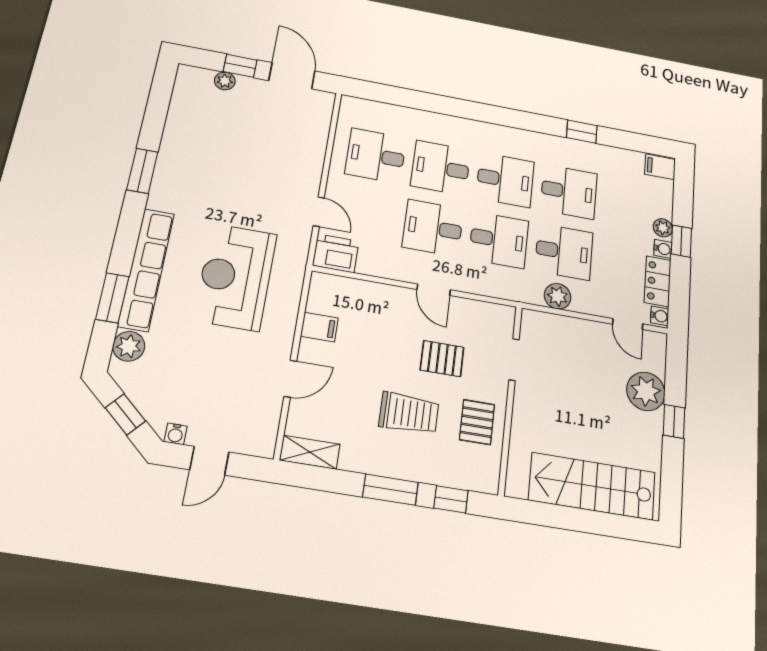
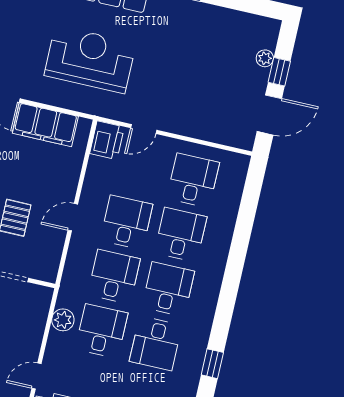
desk: (505, 180) -> (168, 289), turned 180
desk: (499, 240) -> (114, 277), turned 180
desk: (564, 252) -> (102, 331), turned 180
filing cabinet: (319, 327) -> (45, 125), width x3.00, depth x1.17

